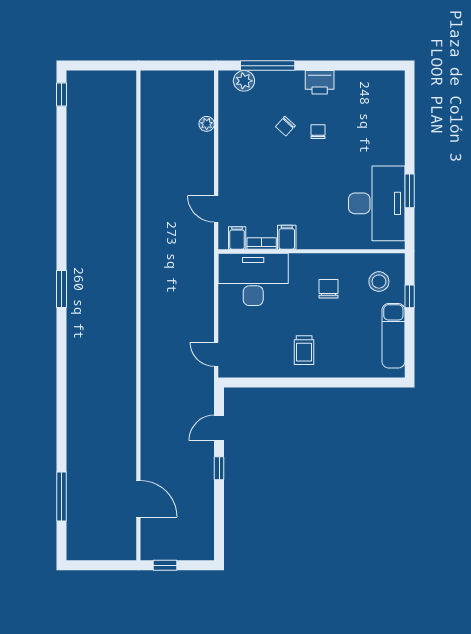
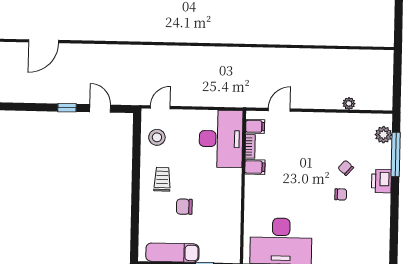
printer: (320, 82) -> (381, 181), moved
stool: (379, 282) -> (157, 137), moved
chair: (328, 289) -> (184, 207), moved, turned 180
trolley: (304, 350) -> (162, 179), turned 91

